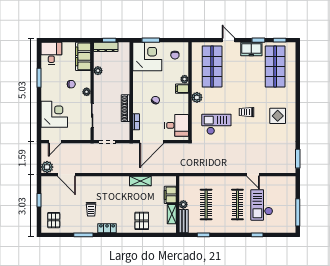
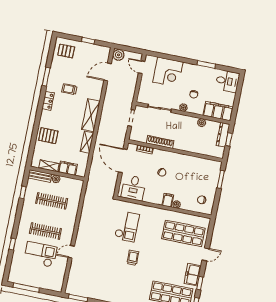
corner desk: (147, 57) -> (206, 173), removed
plant: (197, 97) -> (157, 213), removed
display table: (278, 116) -> (123, 287), removed
shelving: (113, 183) -> (91, 115), added

